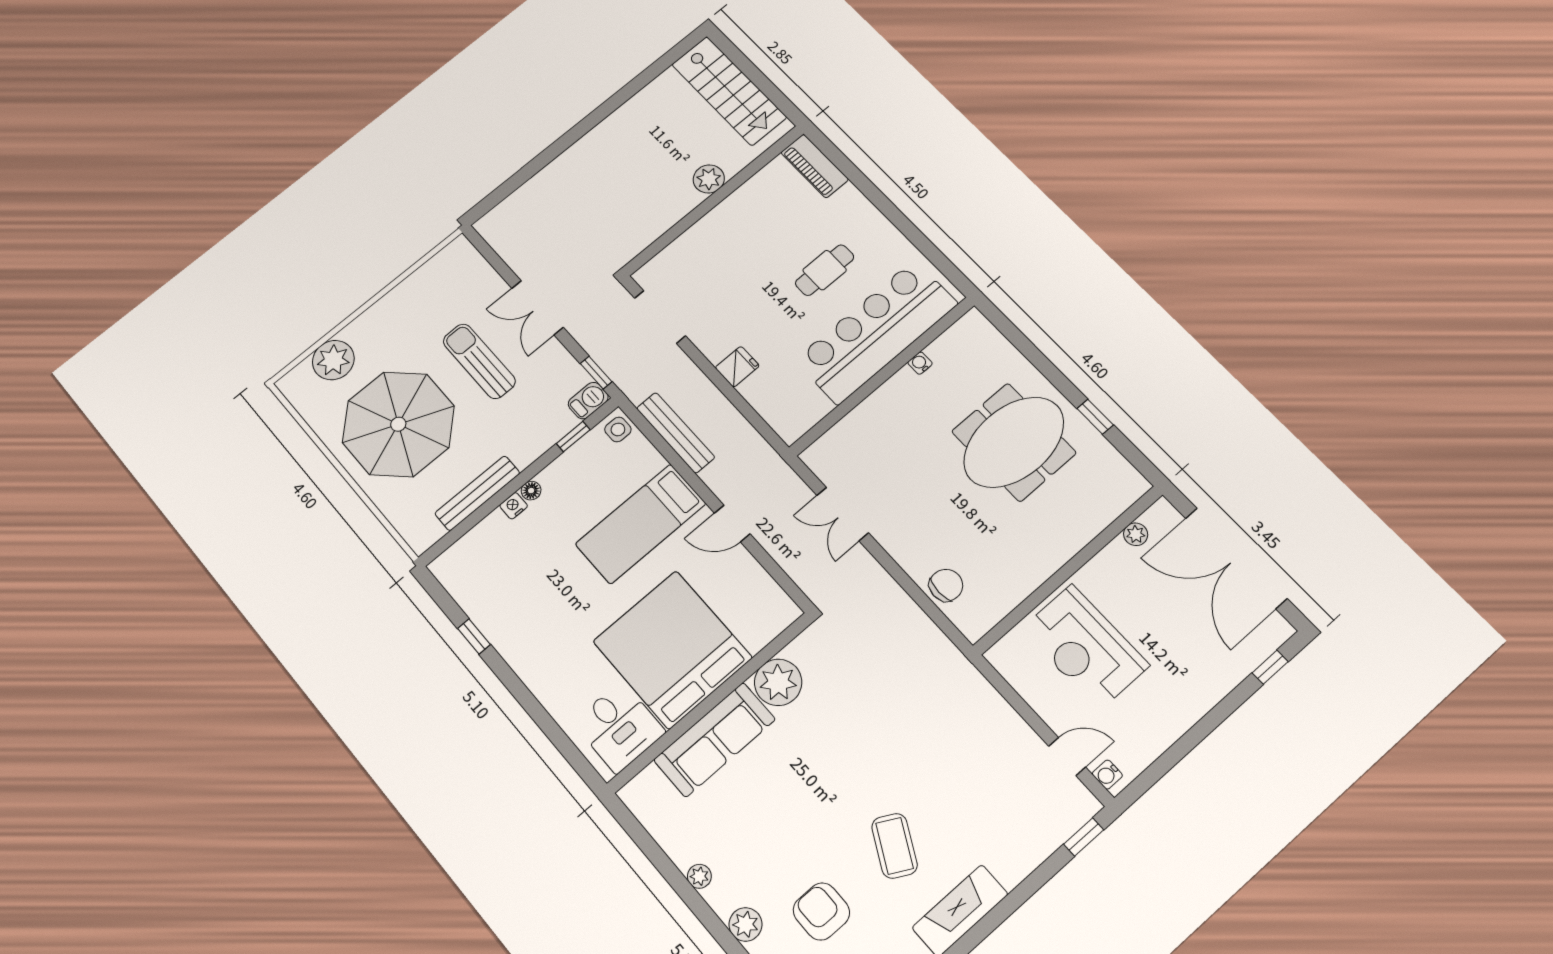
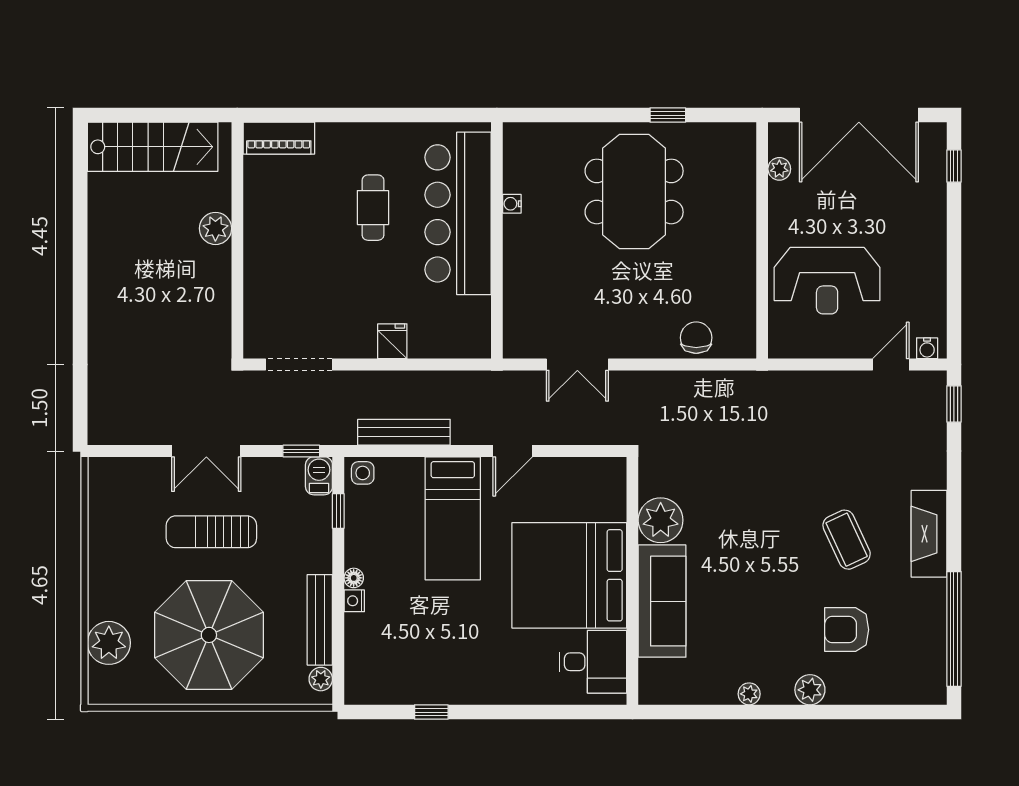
plant: (431, 532) -> (321, 679), added
coffee table: (894, 846) -> (847, 540), turned 37

